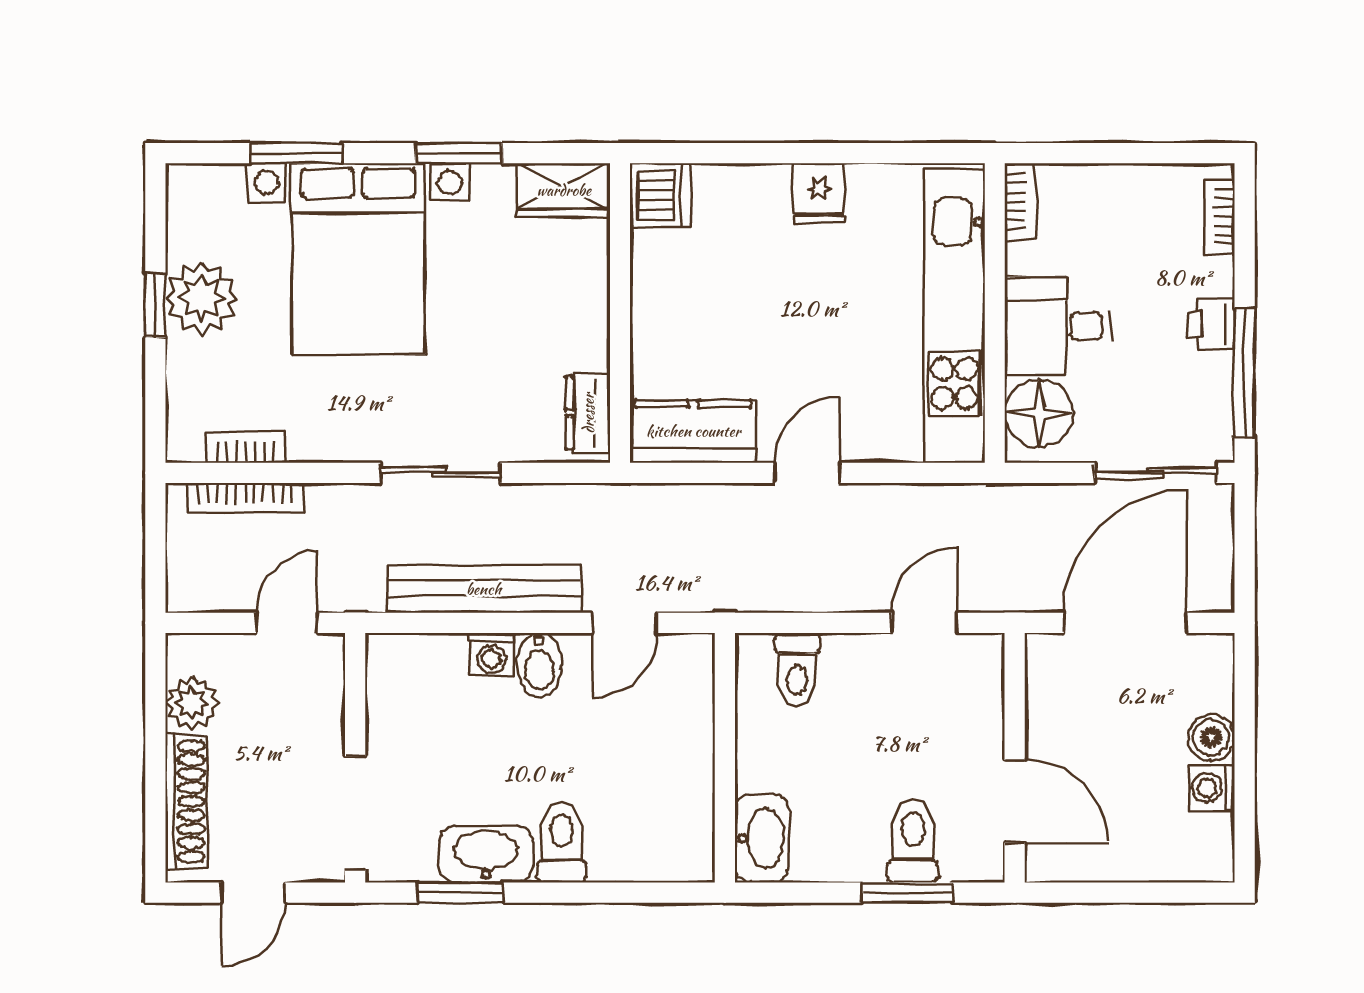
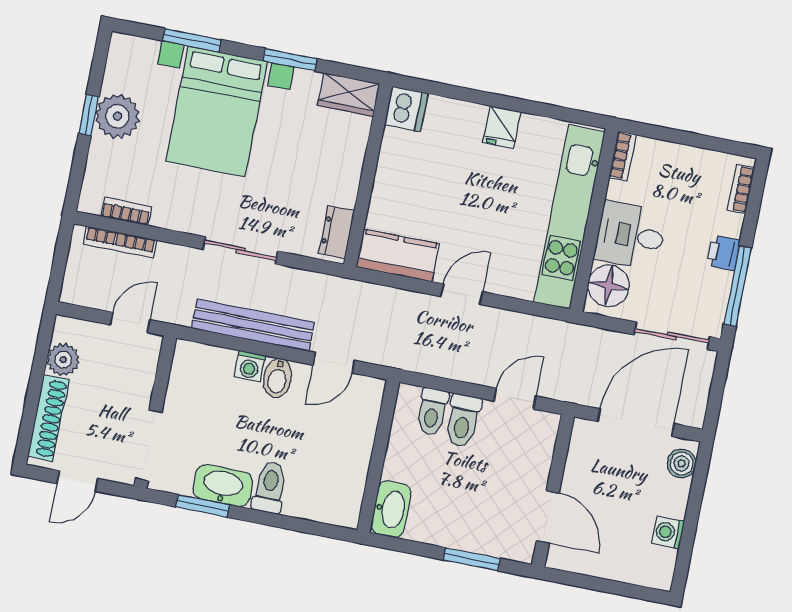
boiler: (1211, 737) -> (682, 463), moved
toilet: (913, 841) -> (463, 421), moved, turned 180

